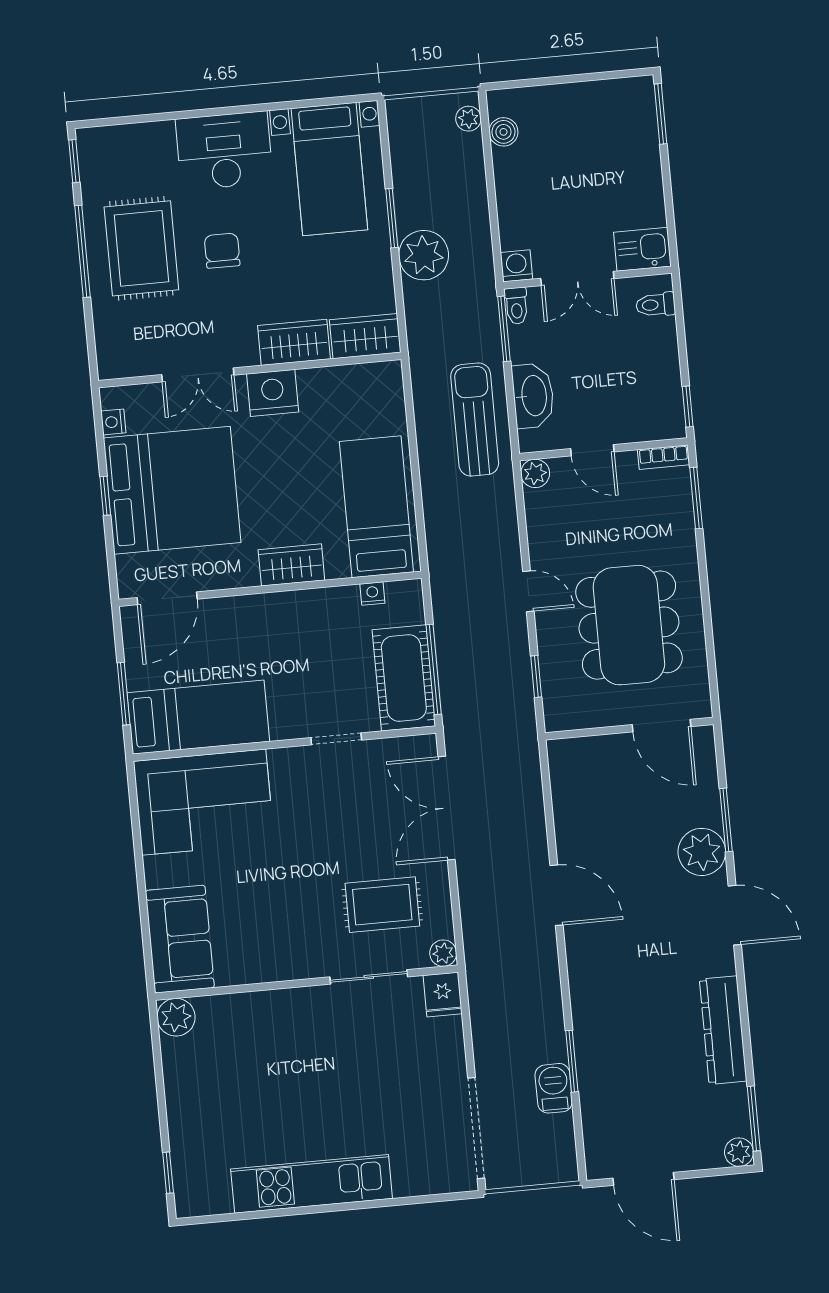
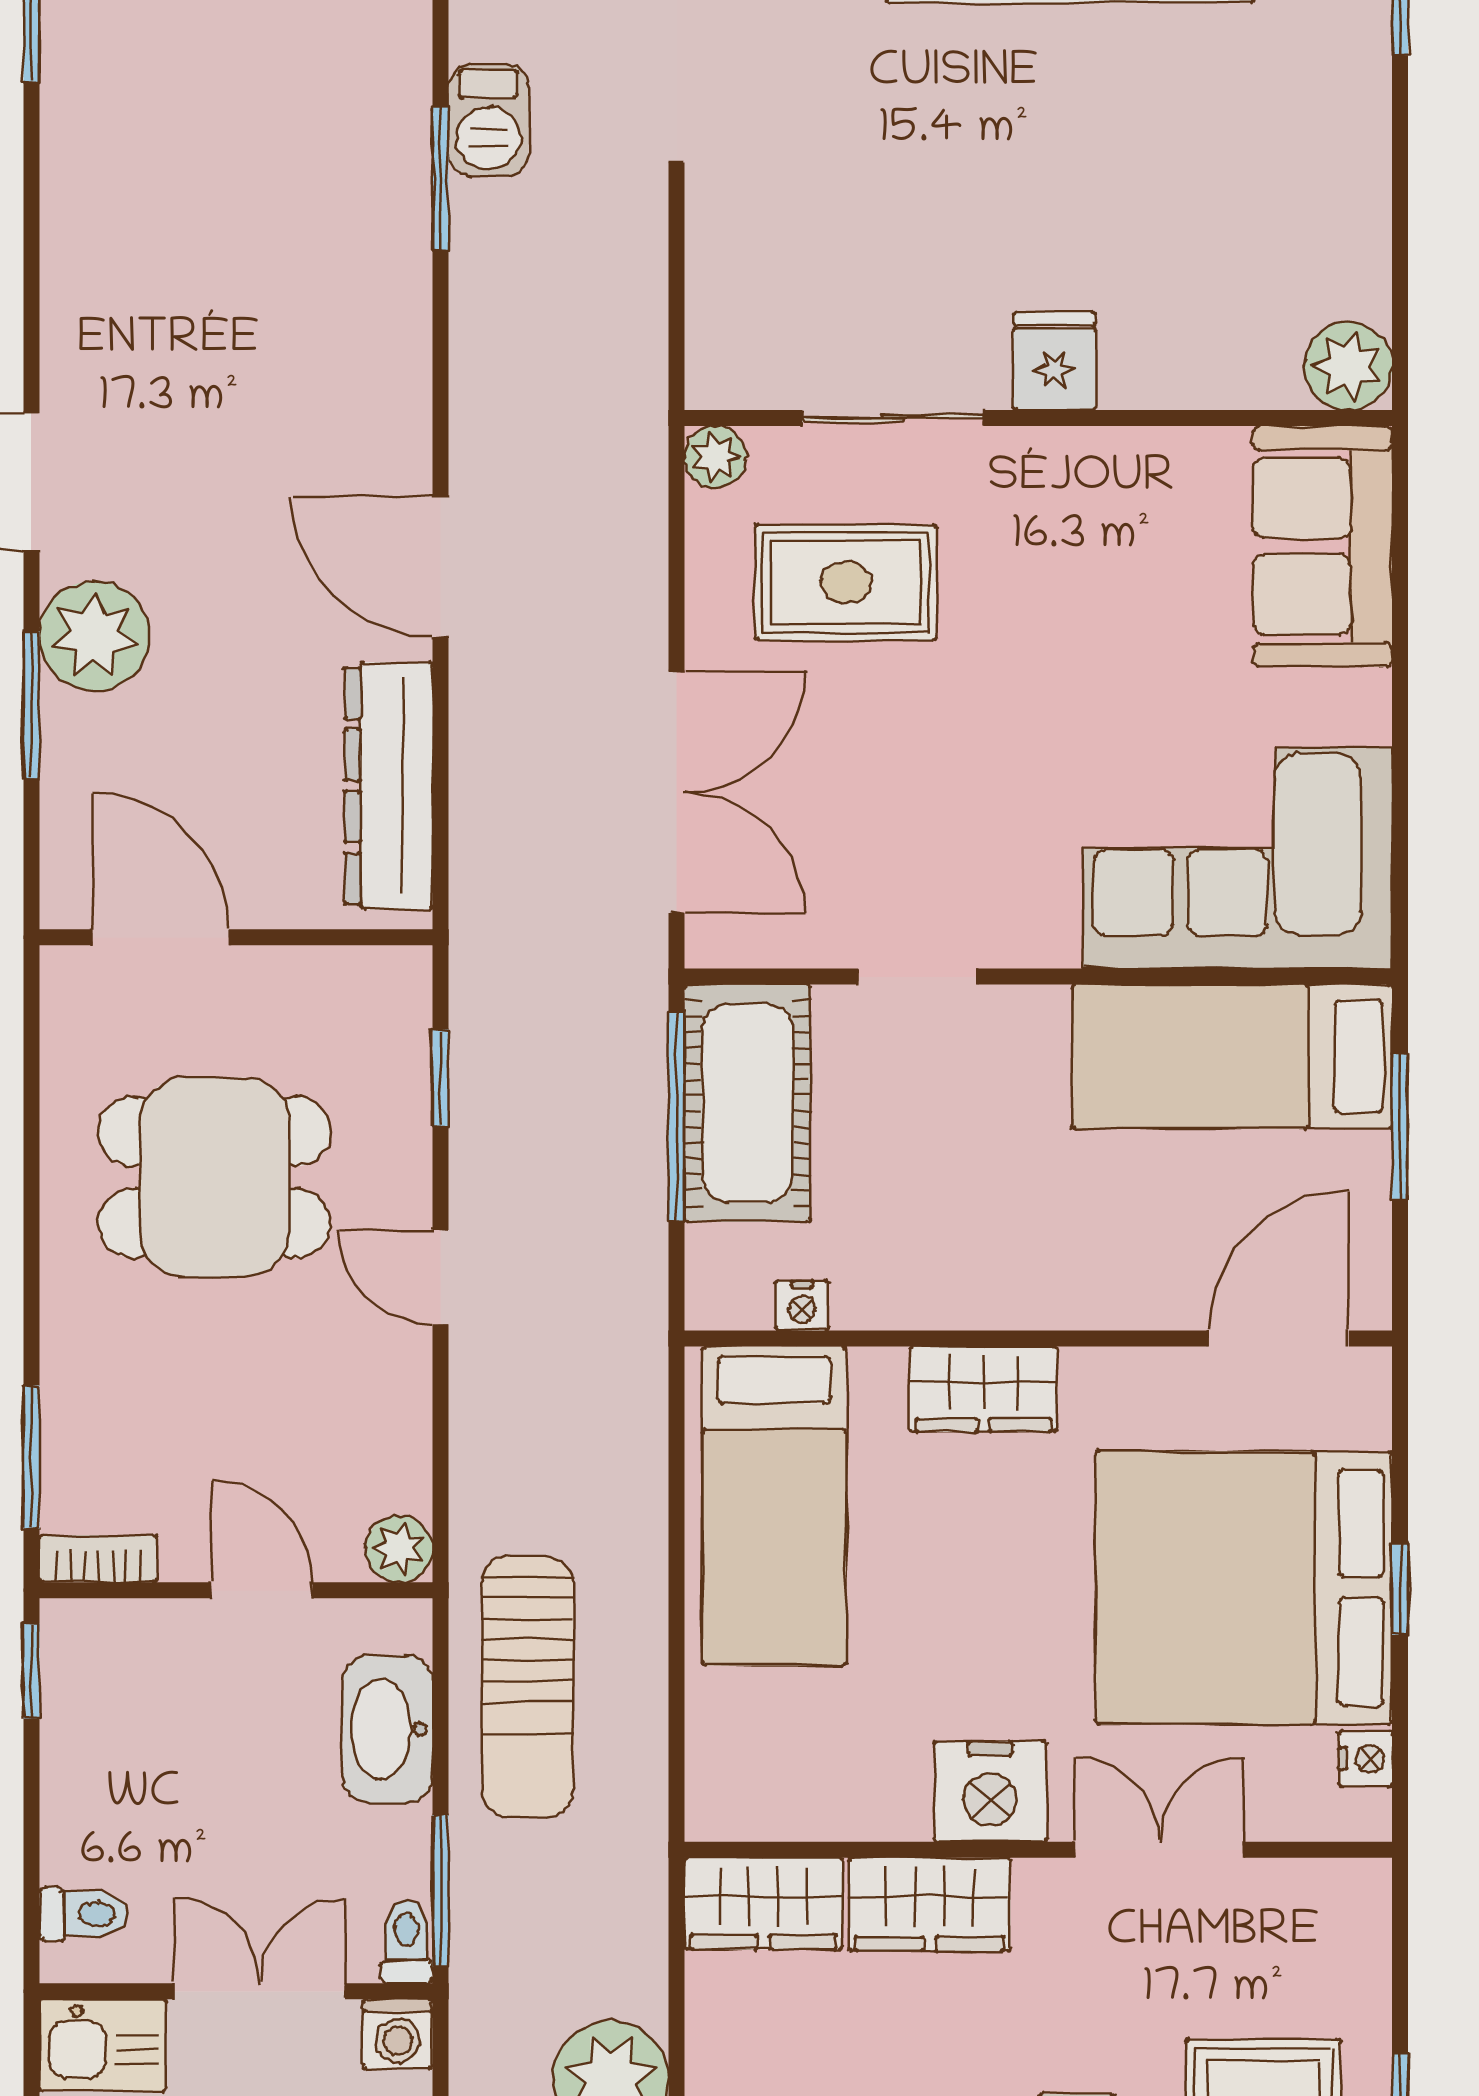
dining table: (629, 625) -> (214, 1177), width x0.73
fridge: (443, 995) -> (1054, 361), moved
dresser: (723, 1030) -> (389, 786), moved, turned 180

